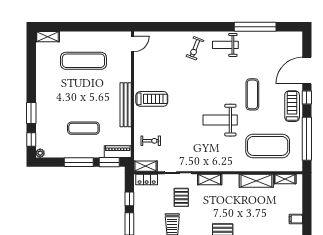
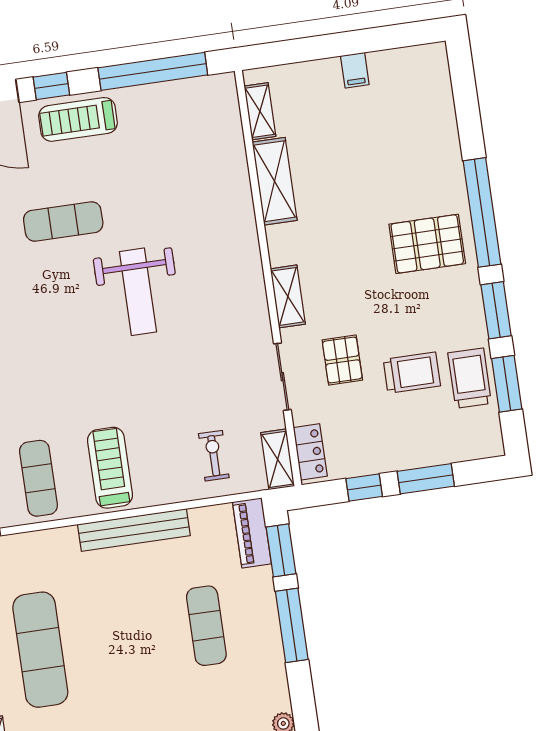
exercise mat: (268, 146) -> (38, 478), moved, width x0.50, depth x0.69
pallet: (181, 197) -> (342, 360), turned 90

